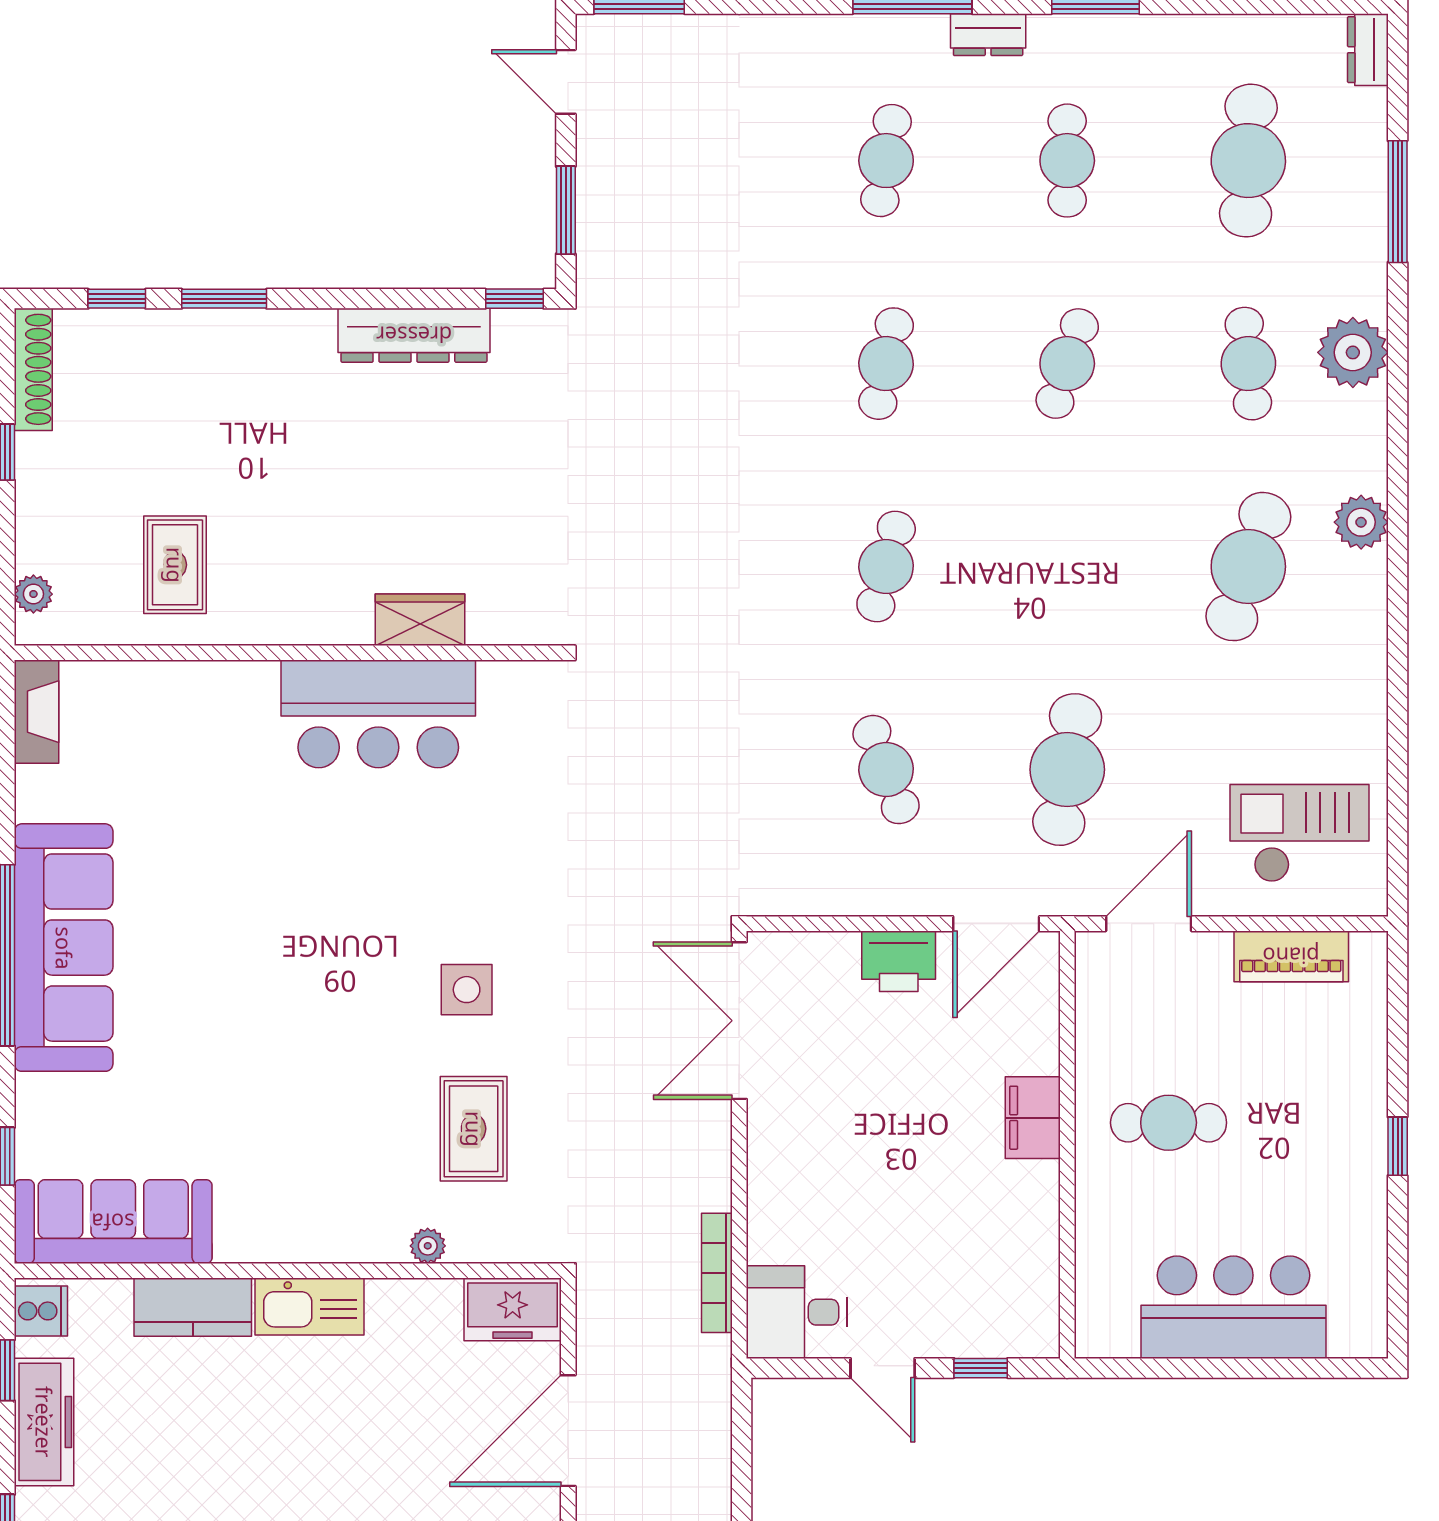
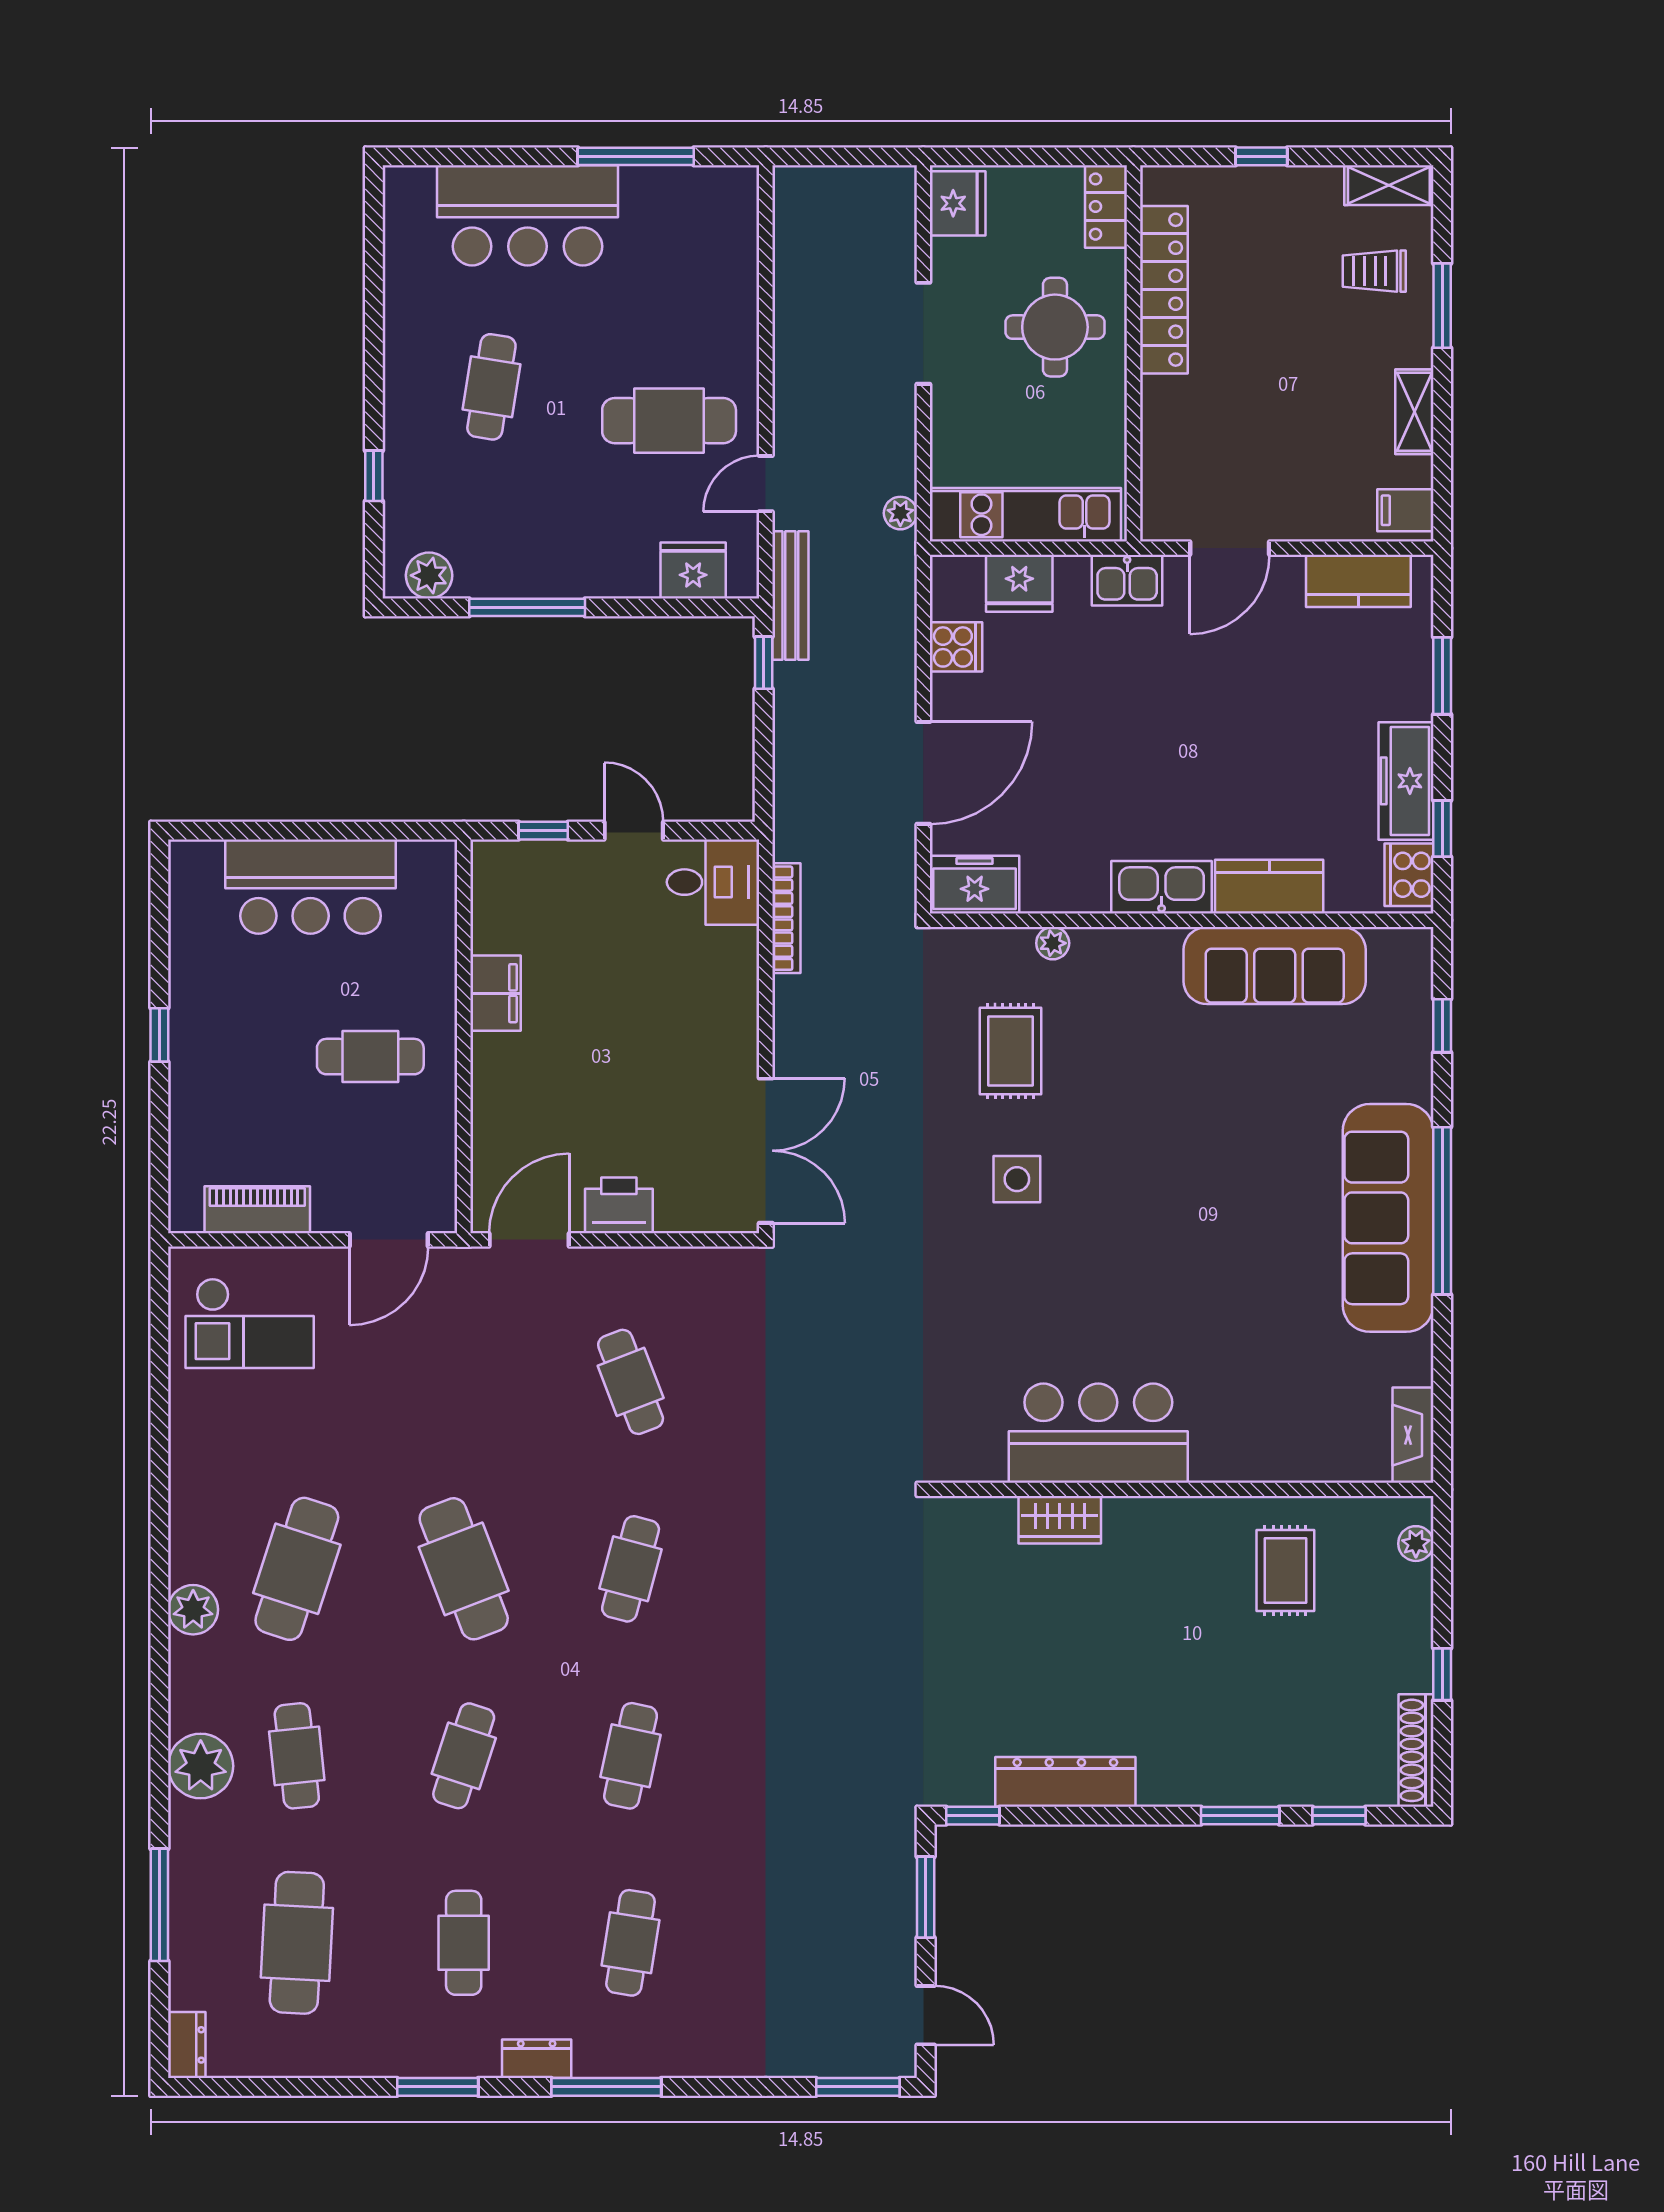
cafe table: (1067, 770) -> (464, 1569), moved, turned -30
filing cabinet: (1033, 1118) -> (495, 993), moved
sofa: (113, 1222) -> (1275, 966), moved
cooker: (41, 1311) -> (1409, 875), width x1.36

